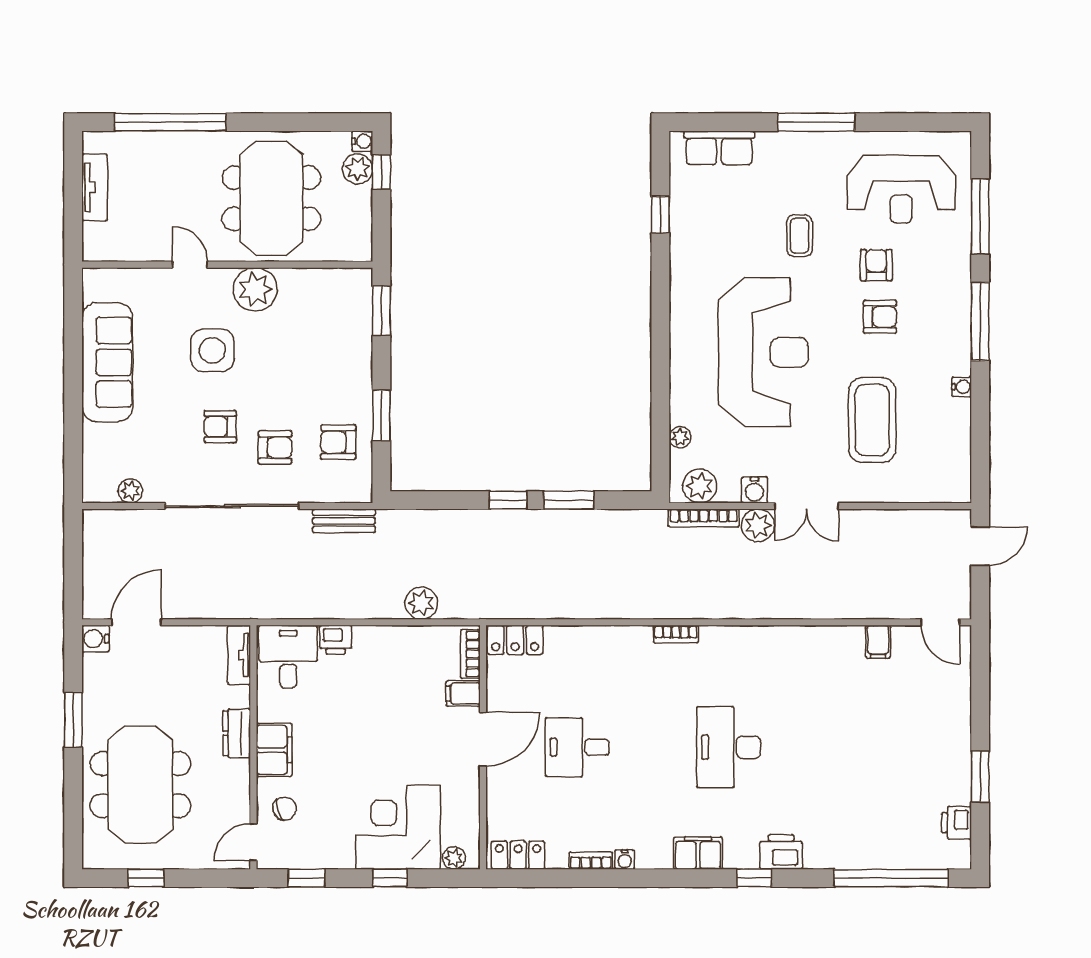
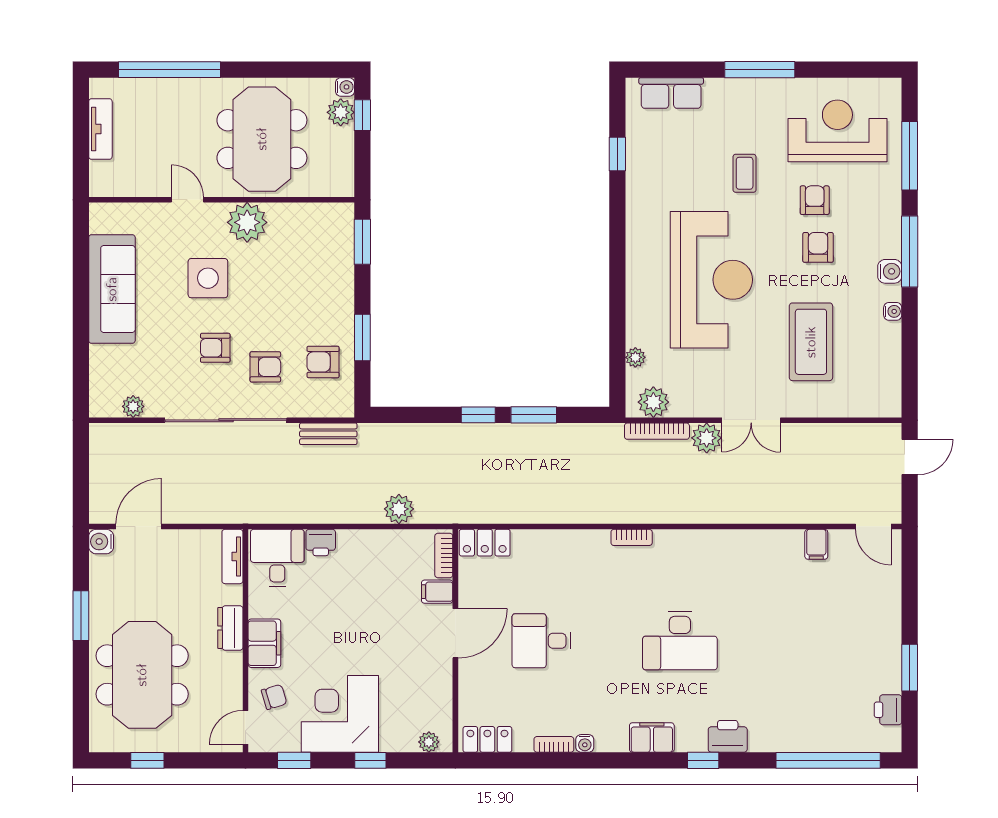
reception desk: (901, 189) -> (837, 131), turned 180
armchair: (880, 317) -> (818, 247), turned -90
water cooler: (755, 490) -> (890, 271), moved, turned -90
desk: (729, 747) -> (680, 641), turned -90
corner desk: (398, 827) -> (340, 714), moved

